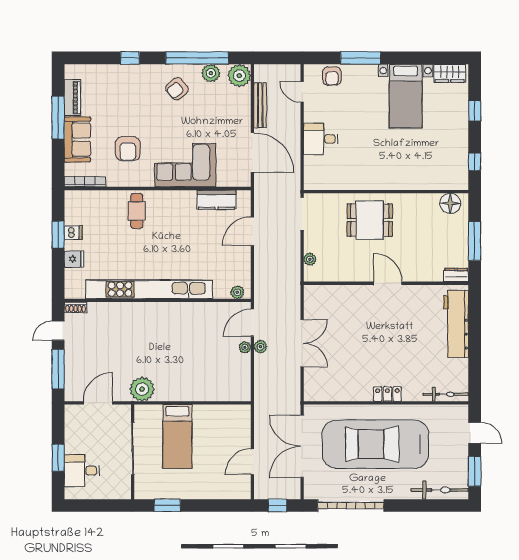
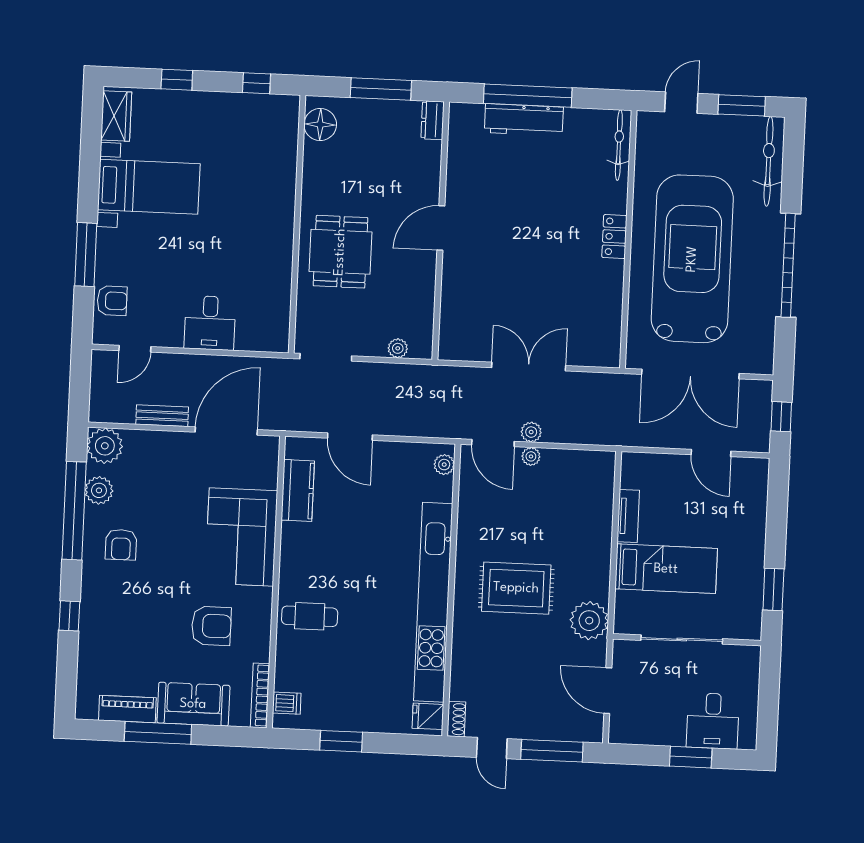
armchair: (177, 89) -> (121, 545), turned 40
bench: (260, 105) -> (162, 416), width x0.73
dishwasher: (73, 233) -> (287, 703), moved, turned 90
fridge: (74, 259) -> (428, 716), moved, turned -90
workbench: (456, 324) -> (524, 120), width x0.73, depth x0.76
window: (475, 335) -> (528, 96), added
rug: (161, 342) -> (516, 588), added
tv unit: (210, 411) -> (628, 516), added
car: (375, 444) -> (692, 259), turned 180
garage door: (351, 506) -> (788, 265), moved

